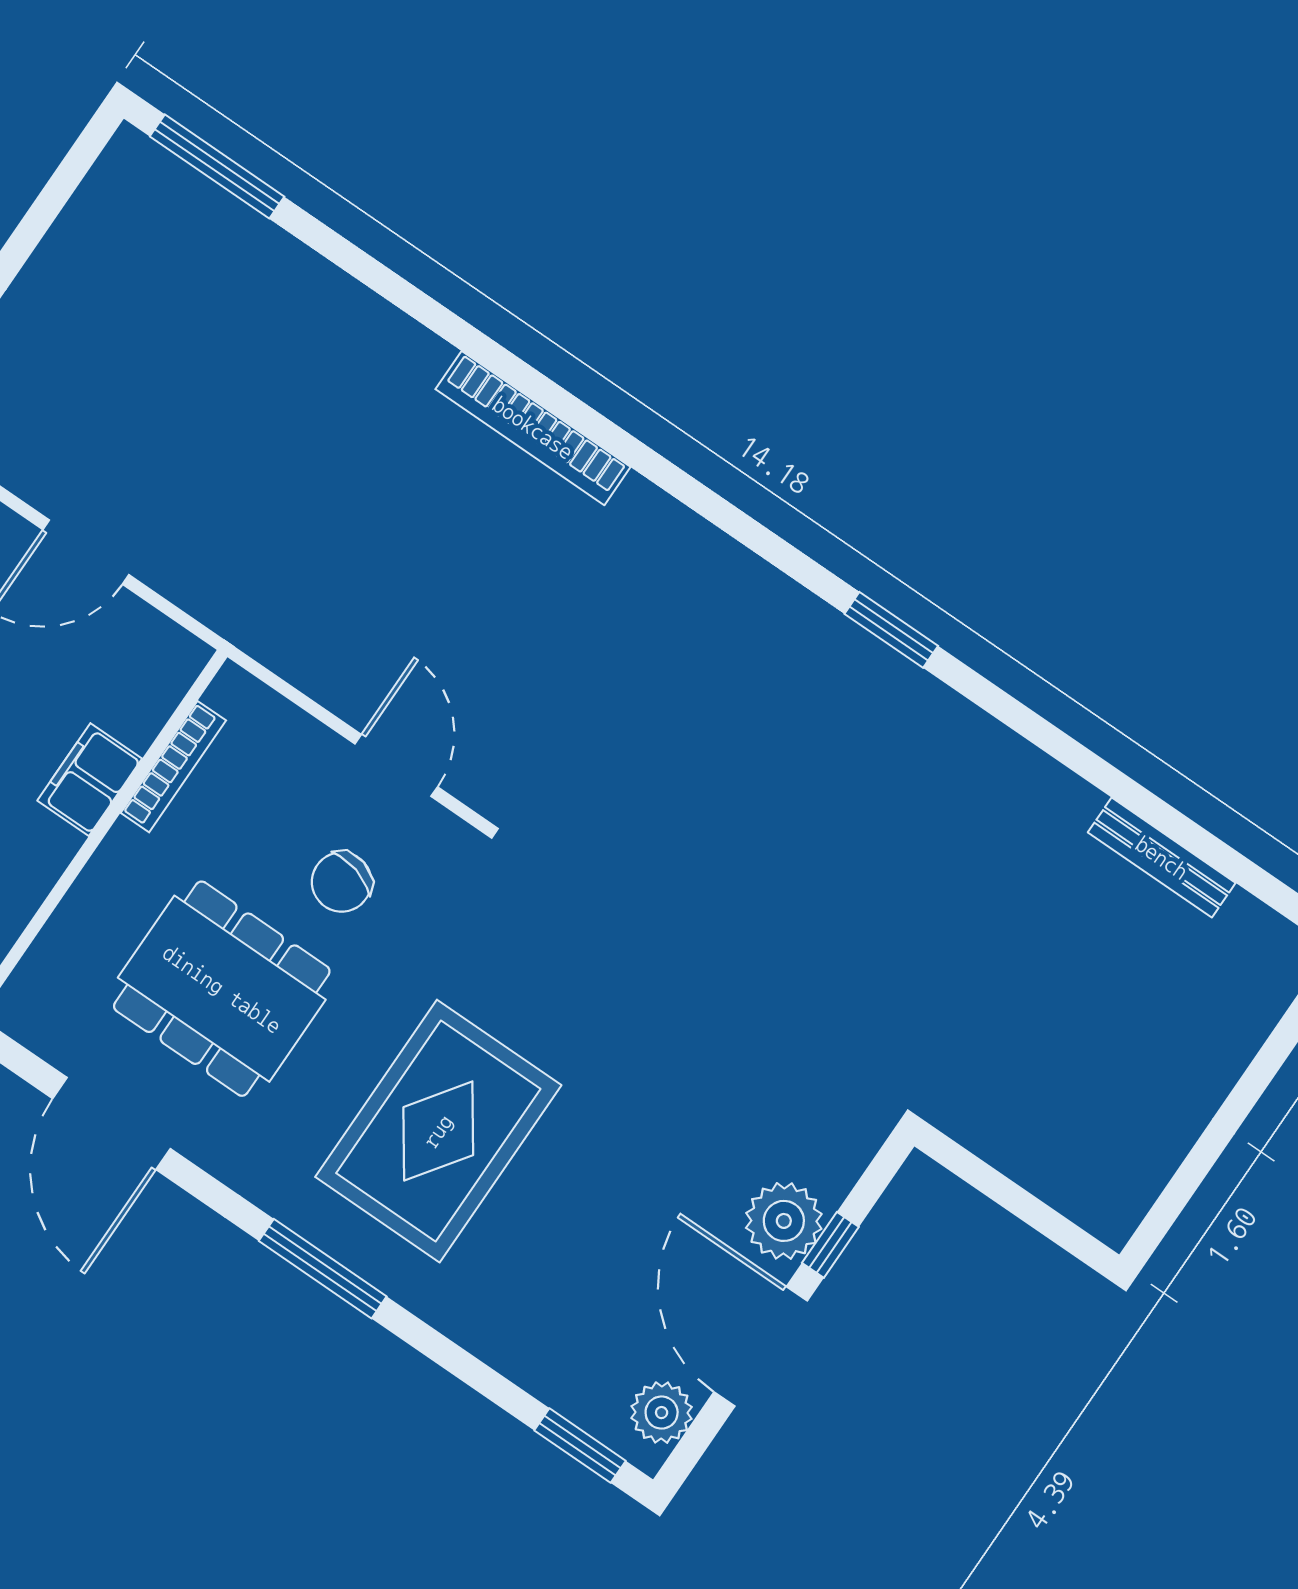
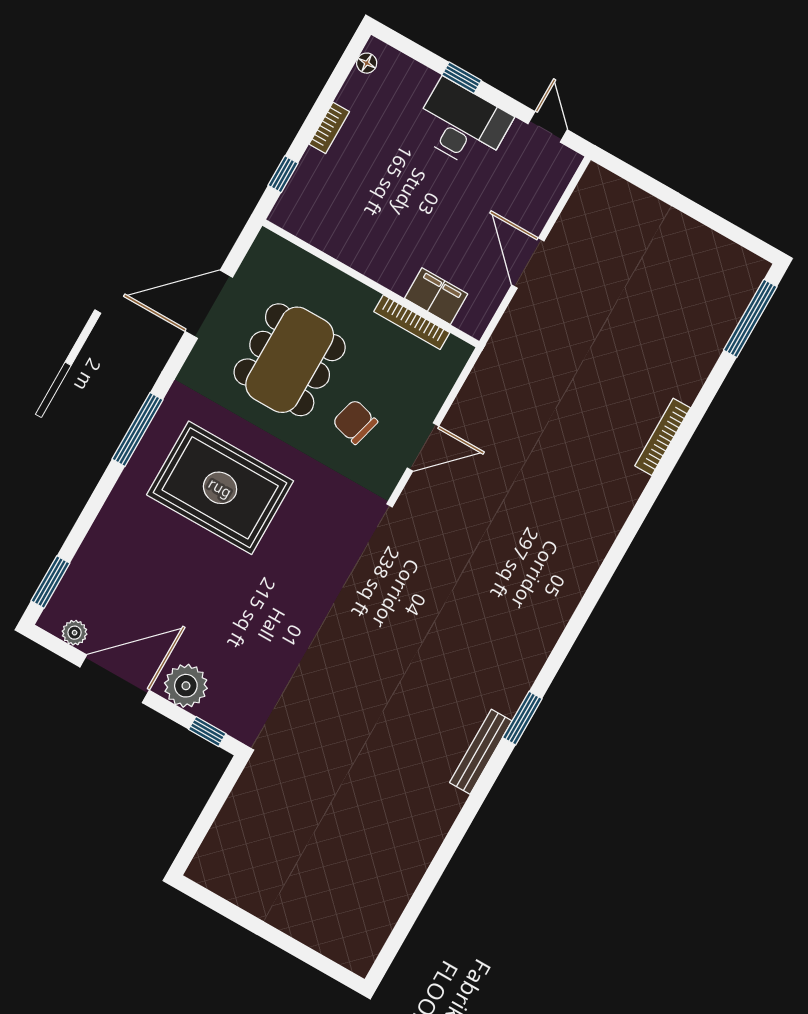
bookcase: (533, 428) -> (663, 437), moved, width x0.68, depth x0.76
filing cabinet: (90, 780) -> (436, 296), moved
bench: (1162, 858) -> (481, 752), moved
window: (830, 1245) -> (207, 732), moved
plant: (662, 1413) -> (75, 633), width x0.73, depth x0.73

